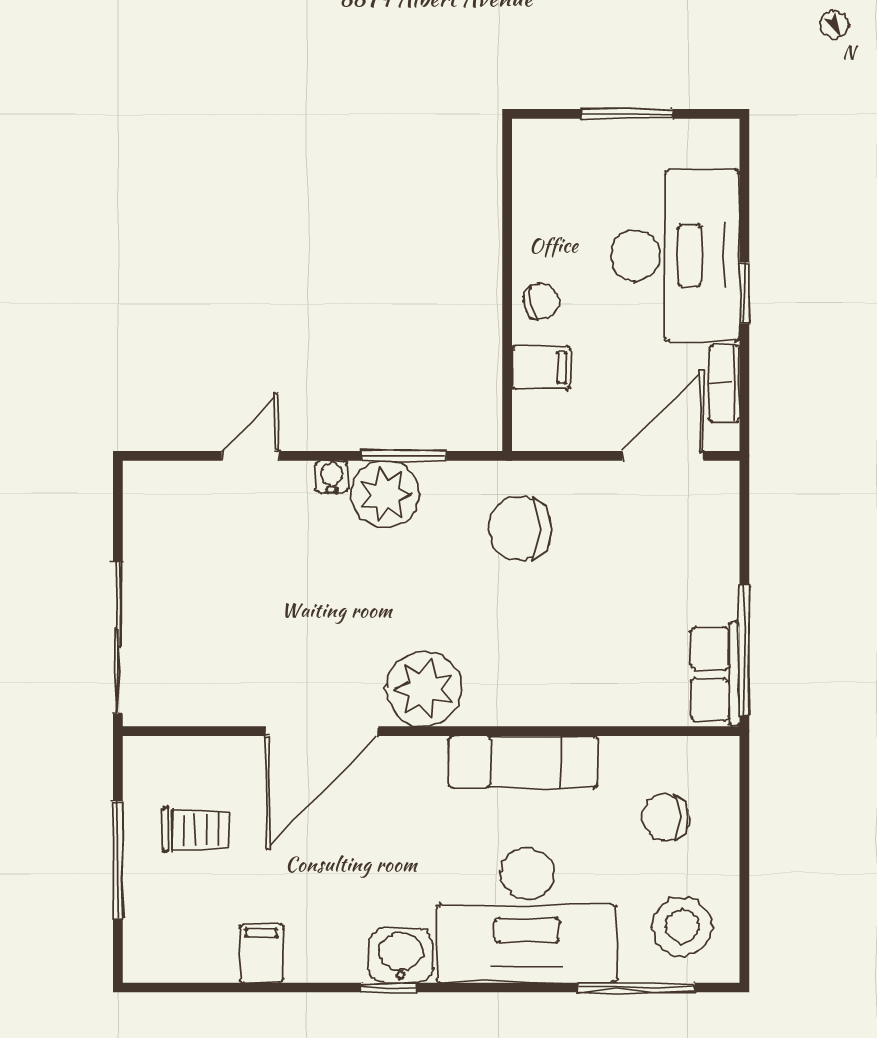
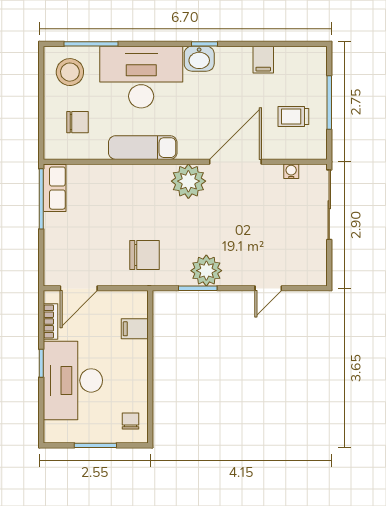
chair: (541, 301) -> (131, 421), moved, turned 103
water cooler: (331, 477) -> (291, 171), moved, turned 180

